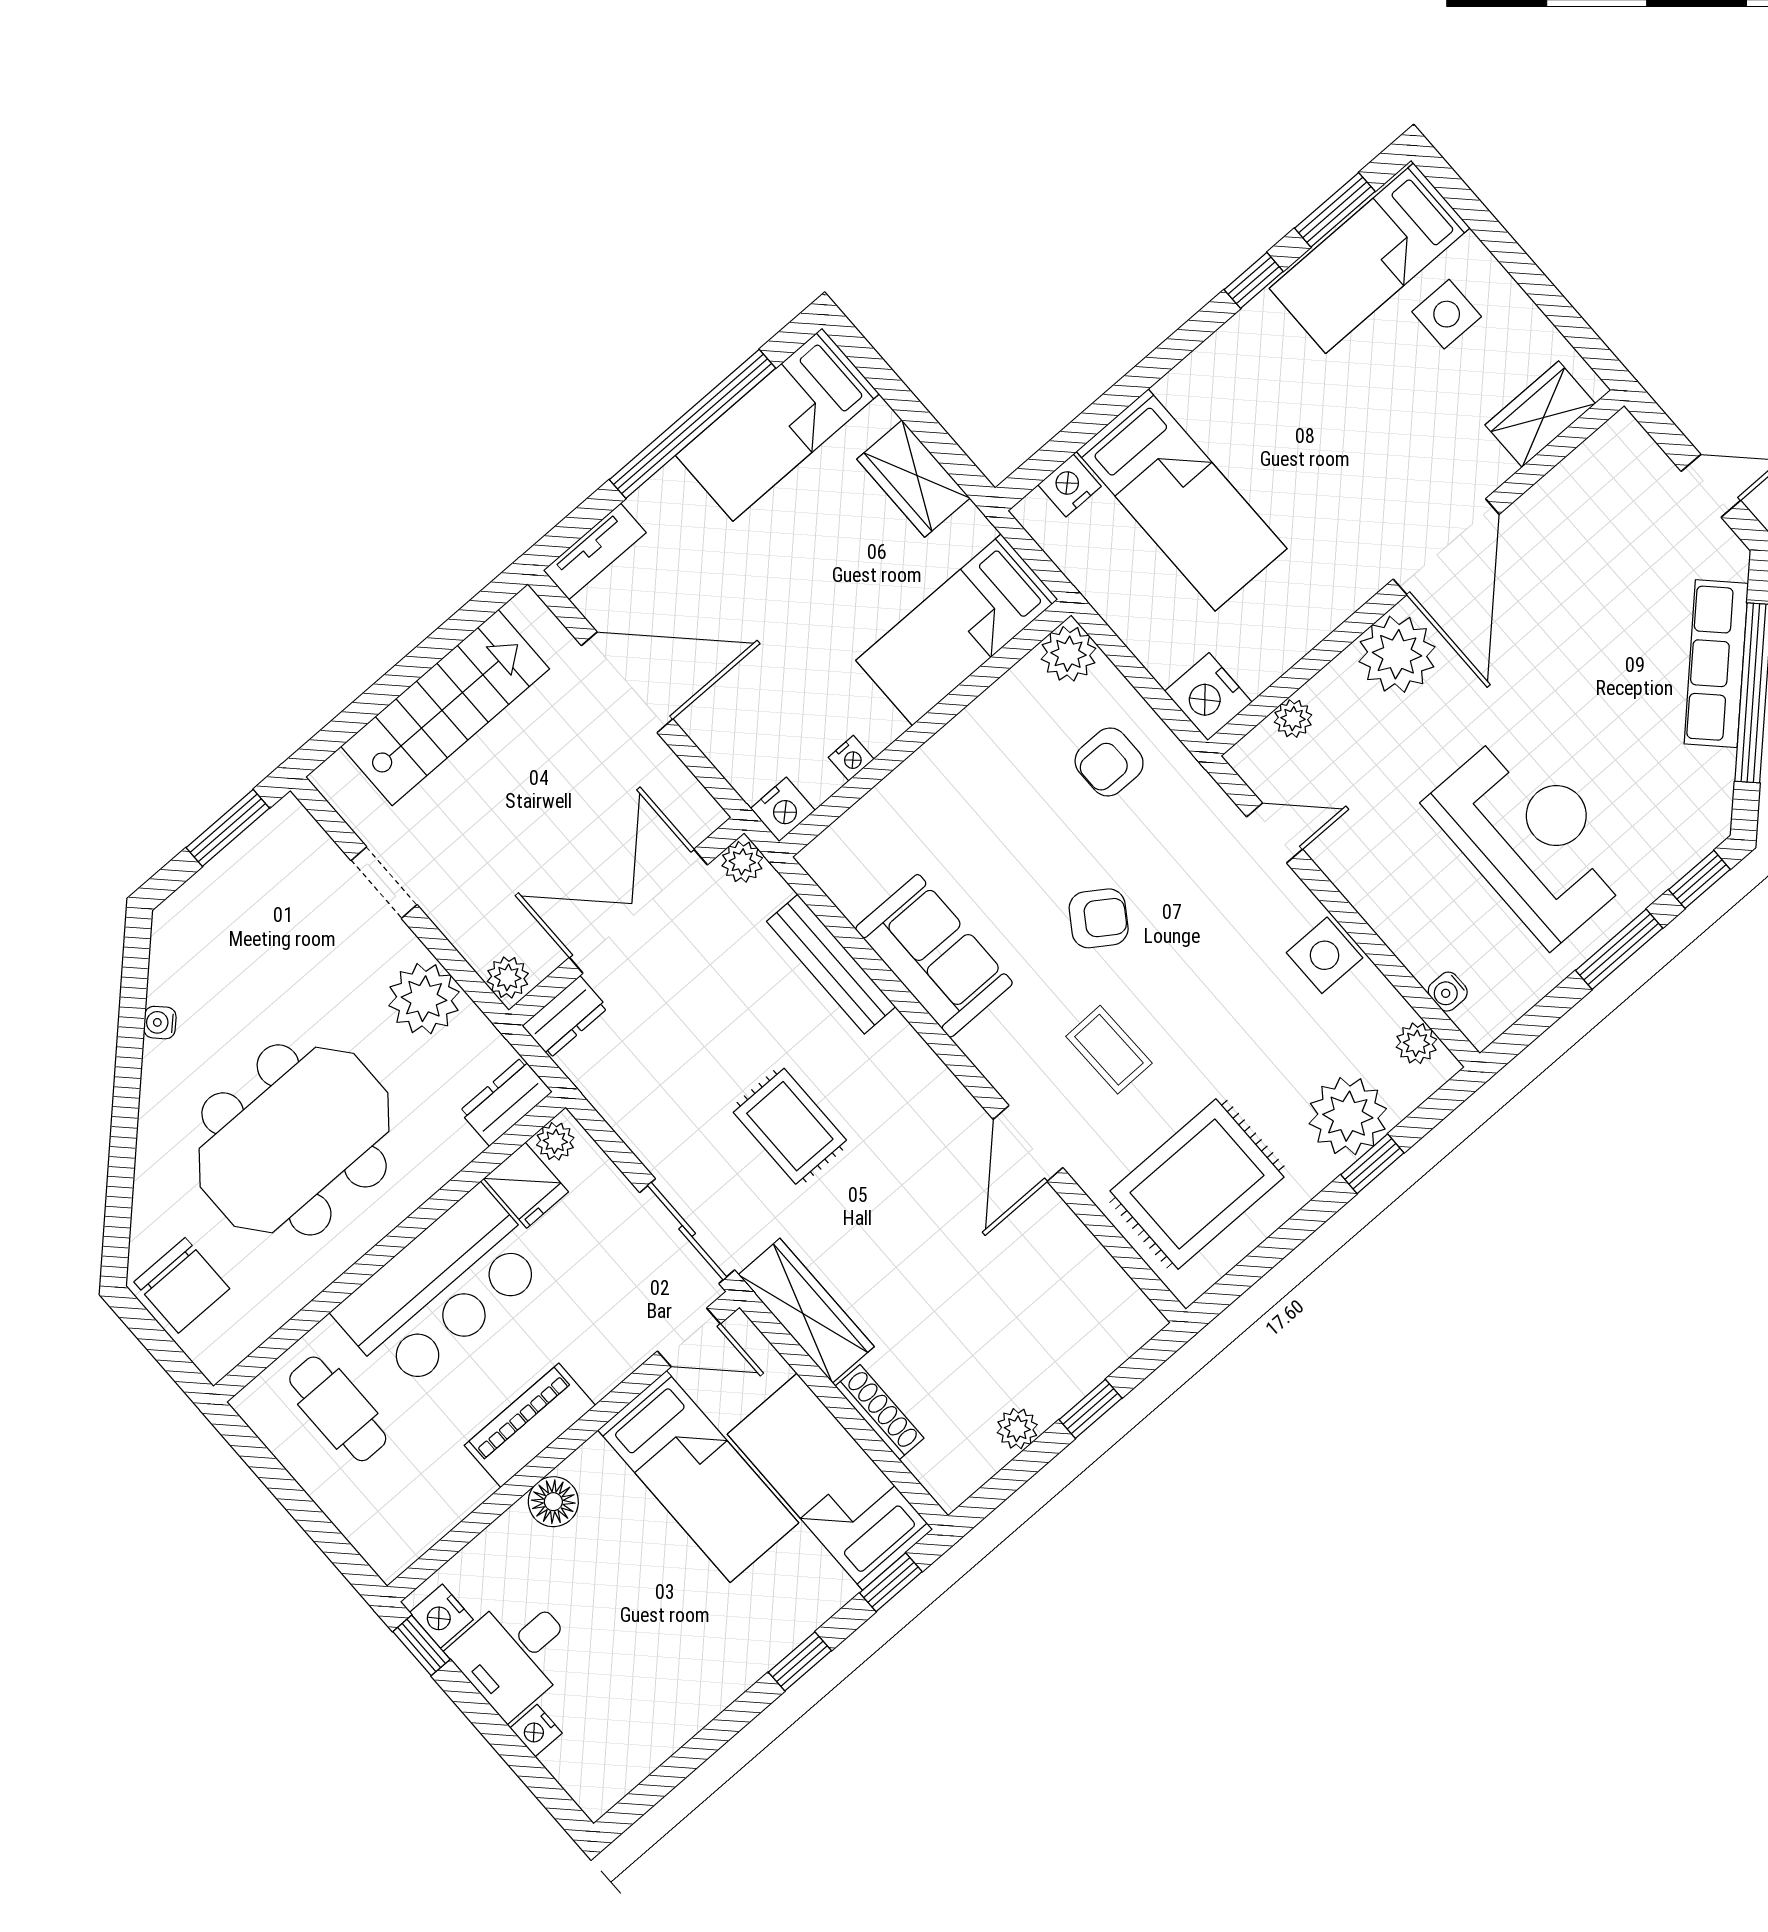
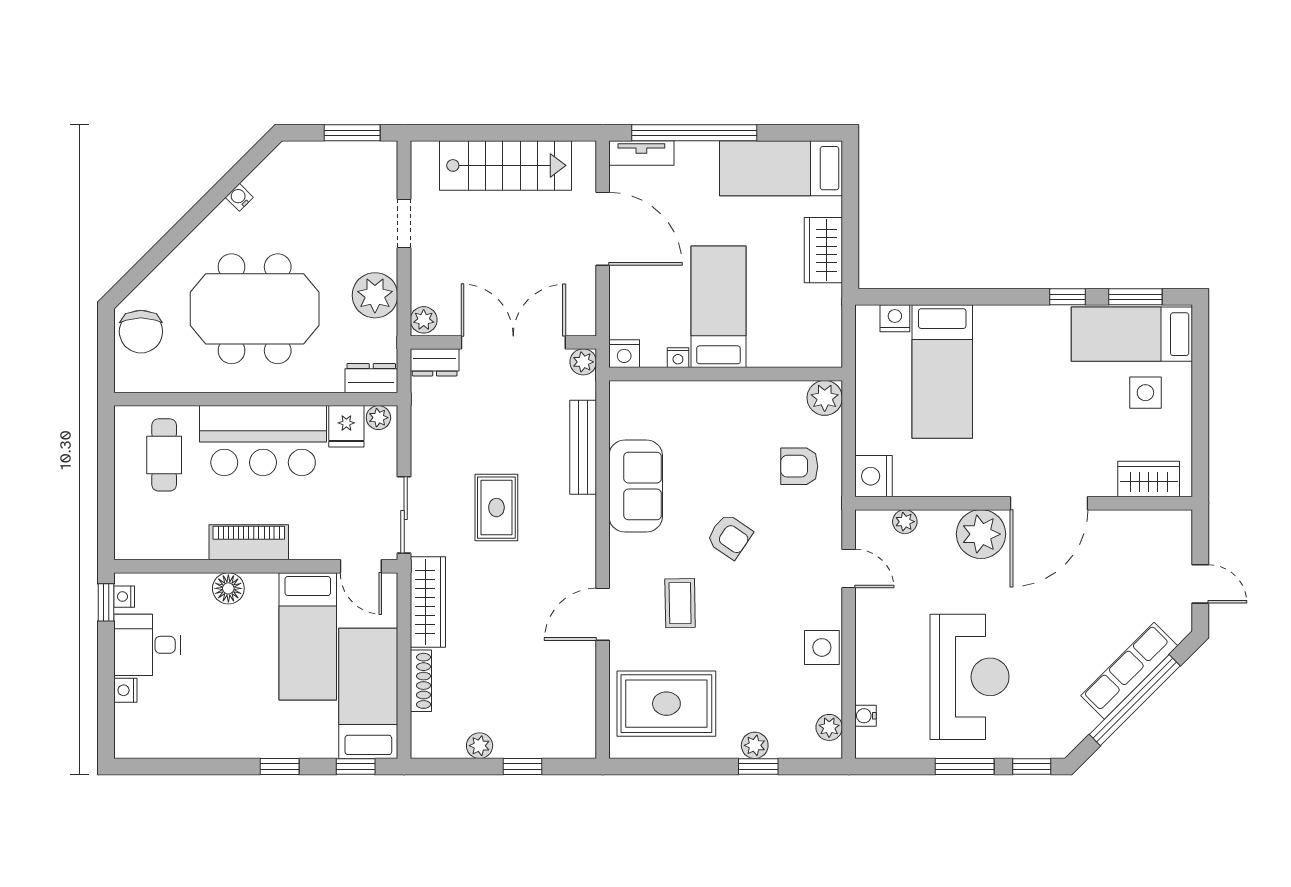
window: (692, 424) -> (694, 133), moved
bed: (957, 630) -> (718, 307), moved, turned 90
plant: (1348, 1116) -> (755, 745), width x0.53, depth x0.53
nightstand: (441, 1616) -> (124, 597), width x0.72, depth x0.74

